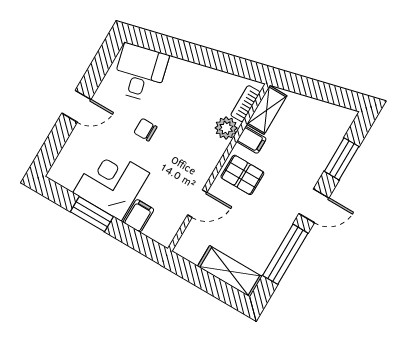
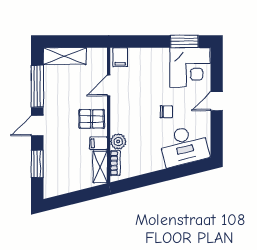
desk: (140, 73) -> (184, 146), width x1.37
corner desk: (111, 183) -> (190, 67), moved
window: (92, 214) -> (184, 41), moved
filing cabinet: (139, 216) -> (120, 57), moved

